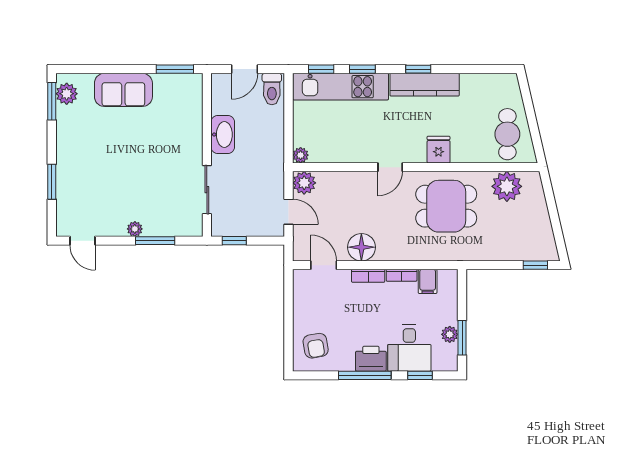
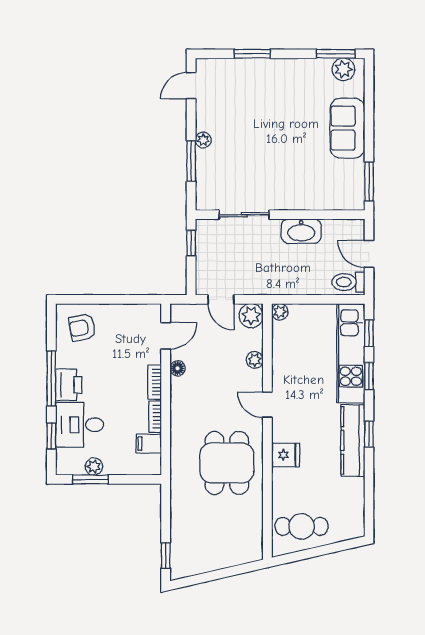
plant: (507, 186) -> (255, 360), moved, width x0.53, depth x0.53
door: (289, 212) -> (221, 299), hinge flipped
floor lamp: (361, 247) -> (178, 368), width x0.53, depth x0.53

